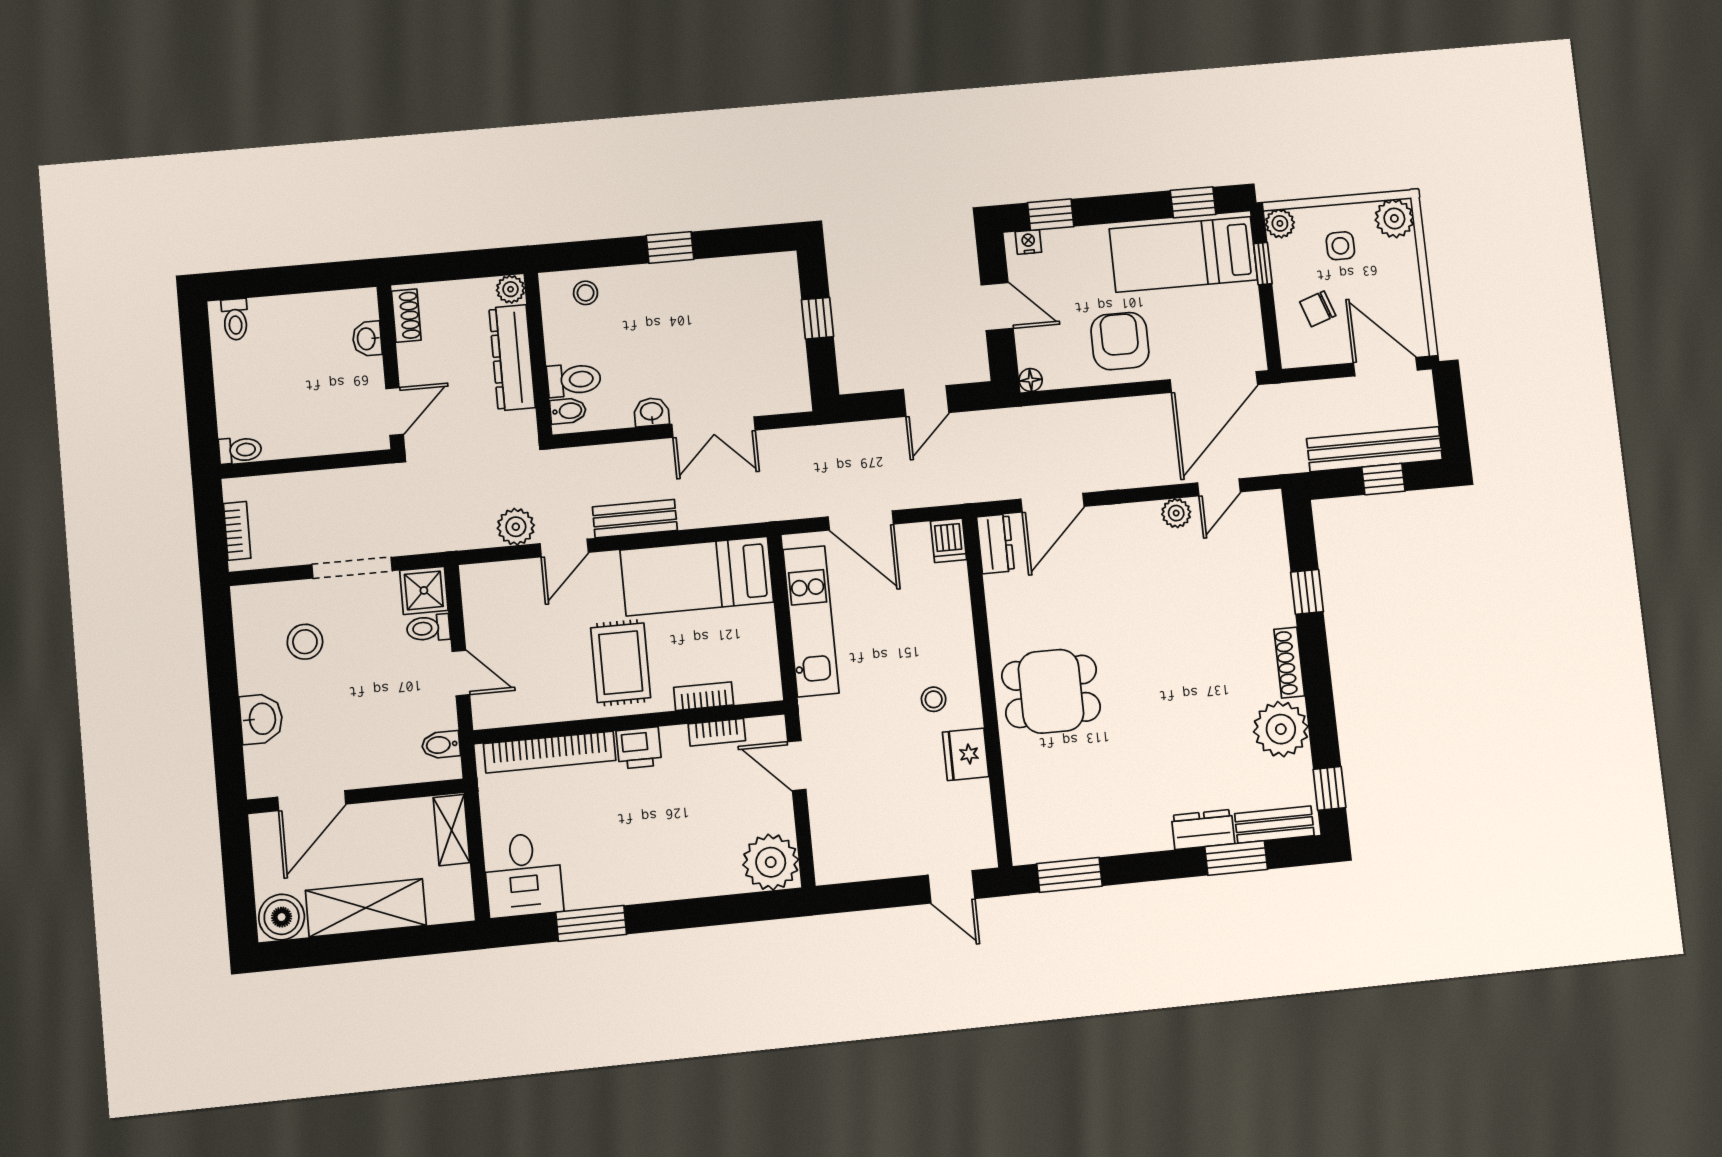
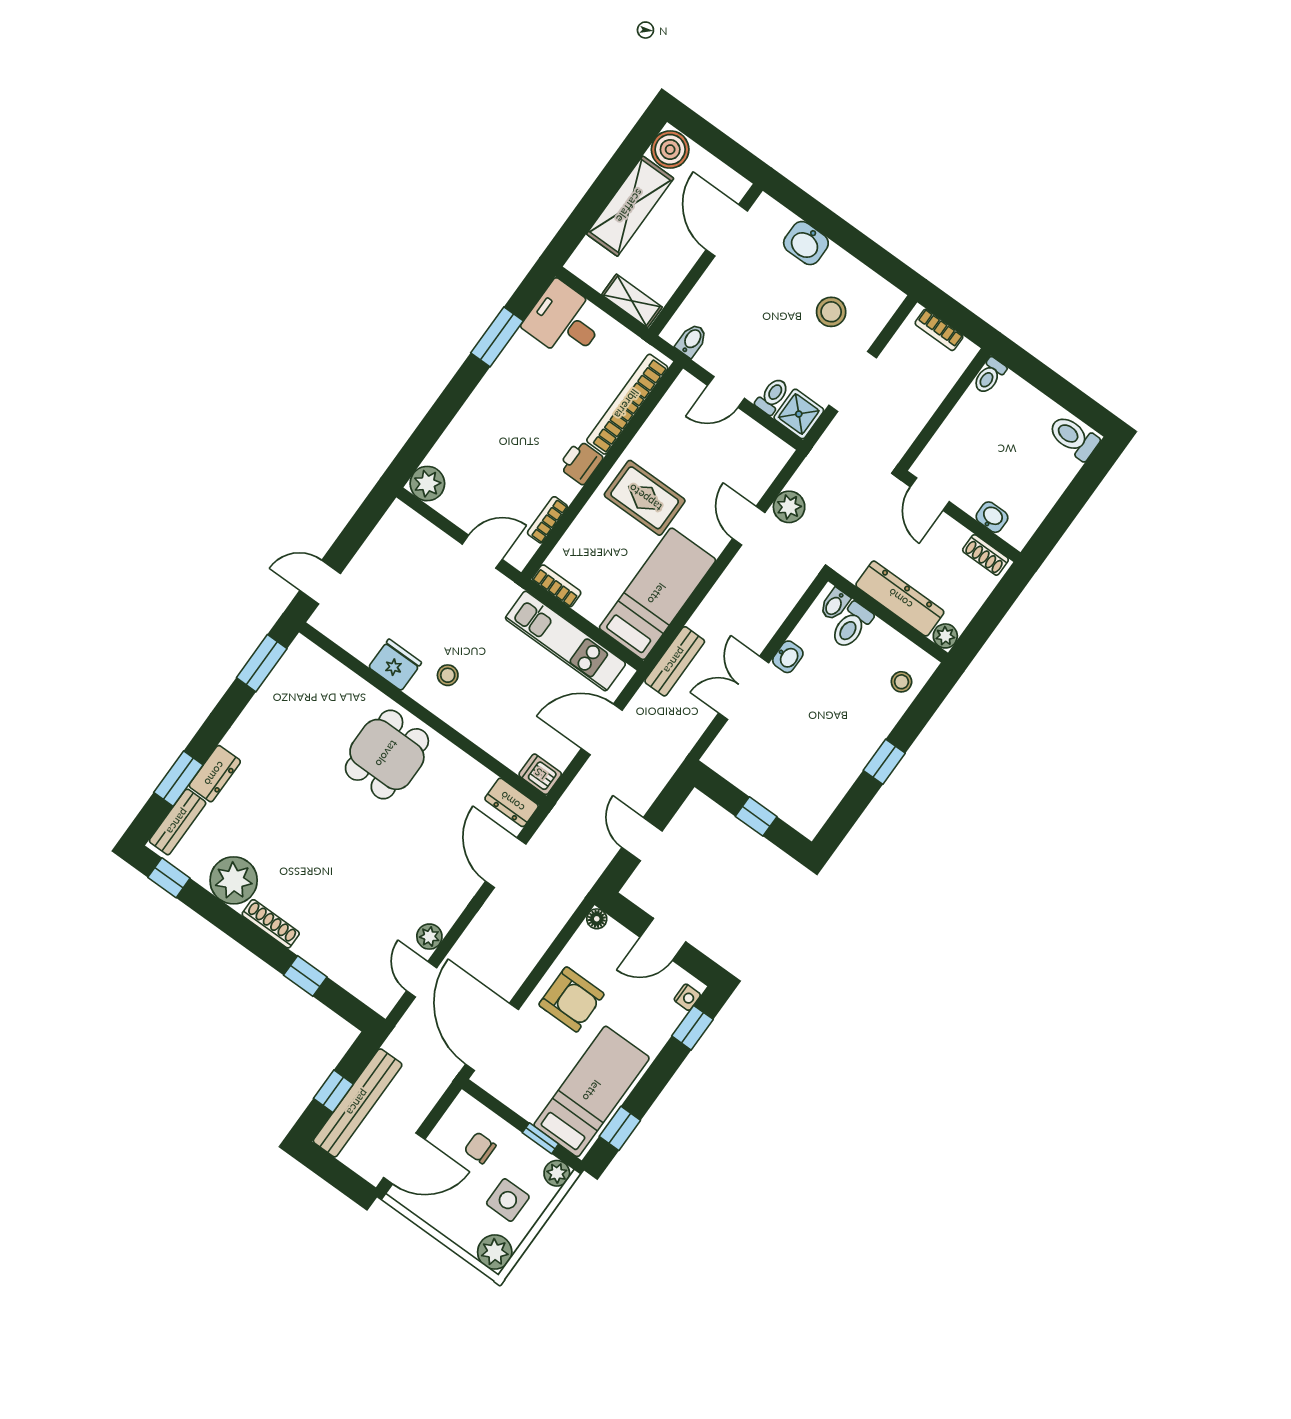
side table: (1340, 246) -> (508, 1200), width x1.37, depth x1.37
chair: (1318, 309) -> (480, 1148), turned -71
toilet: (235, 319) -> (1074, 437), width x1.37, depth x1.39
bench: (635, 519) -> (675, 661), moved
bookcase: (704, 696) -> (557, 586), moved, turned -90
plant: (771, 862) -> (427, 484), width x0.73, depth x0.73

